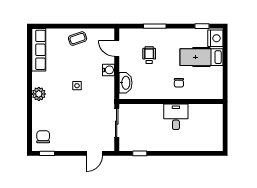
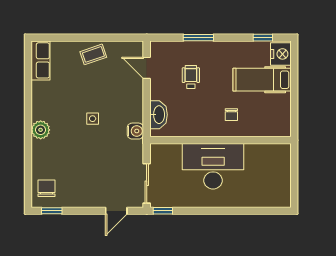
row of seats: (39, 50) -> (41, 60), width x0.68
water cooler: (108, 70) -> (135, 131), moved
desk: (176, 117) -> (213, 166), width x1.87, depth x1.30
sliding door: (117, 123) -> (147, 183), moved
window: (140, 153) -> (163, 211), moved

